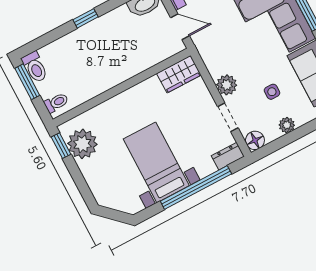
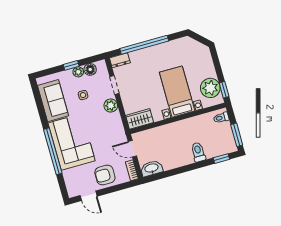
window: (85, 18) -> (221, 159), moved
toilet: (35, 67) -> (198, 152), moved
window: (300, 133) -> (71, 65), added
floor lamp: (255, 140) -> (90, 69), moved
bed with nightstands: (156, 162) -> (177, 92), moved, turned 180

